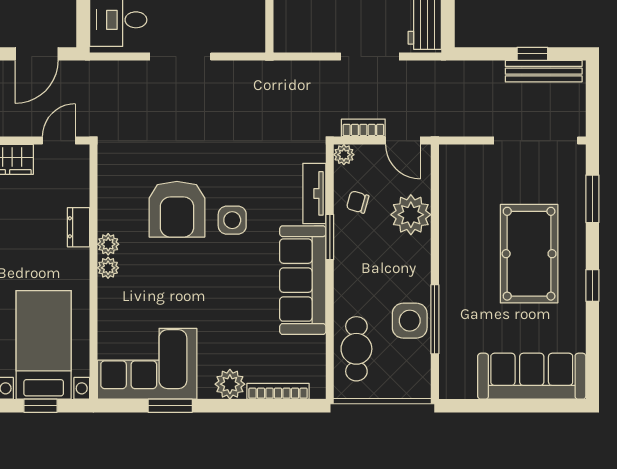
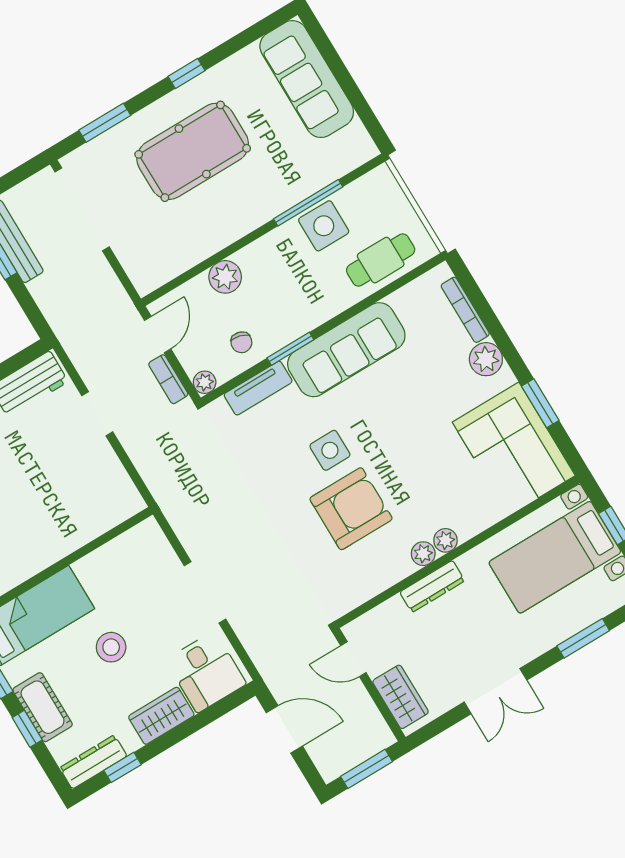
doorway: (370, 56) -> (97, 414), width x0.73
plant: (411, 215) -> (225, 277), width x0.73, depth x0.73
dresser: (78, 227) -> (432, 586), width x1.44

